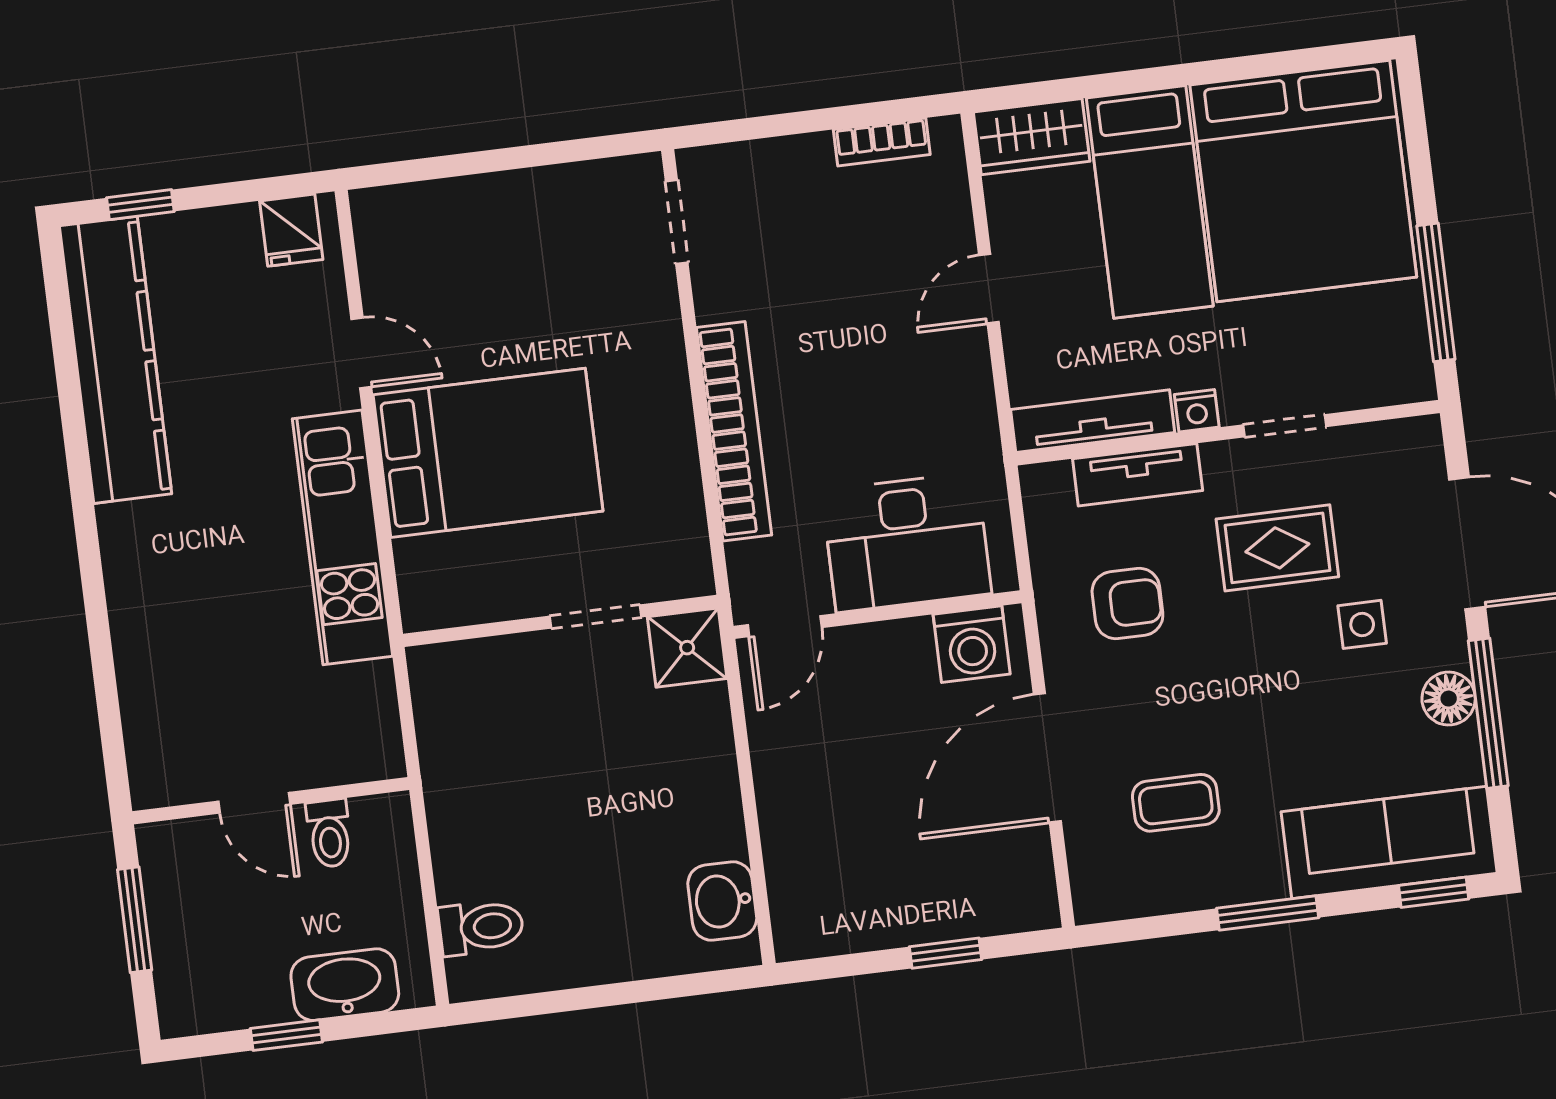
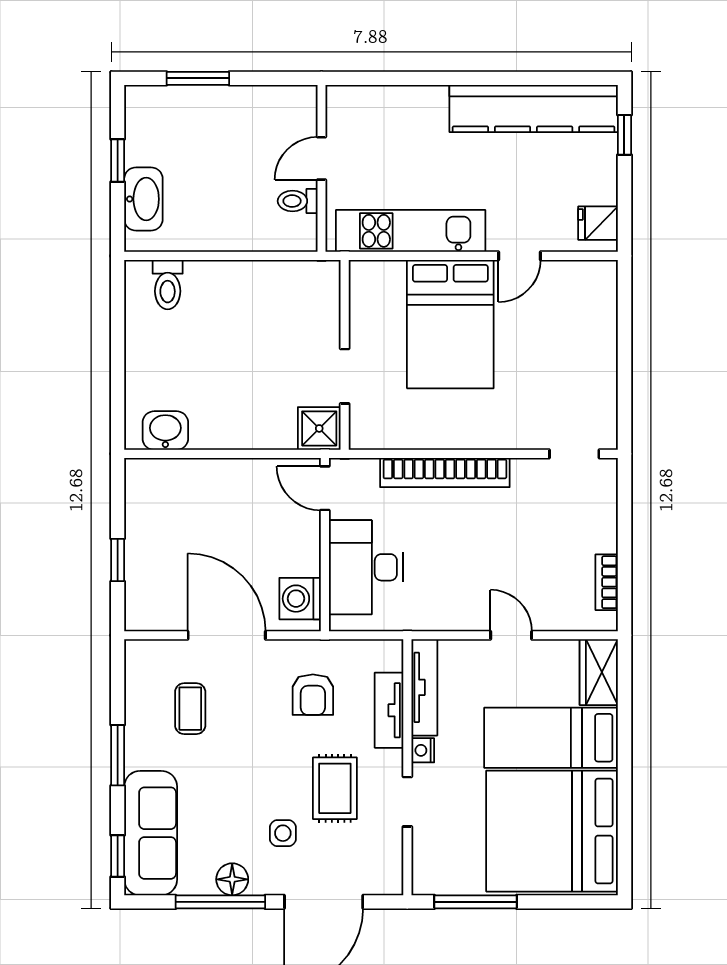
wall: (271, 801) -> (322, 168), moved
door: (254, 803) -> (322, 158), moved
toilet: (329, 833) -> (298, 201), moved

